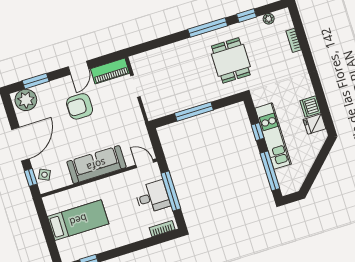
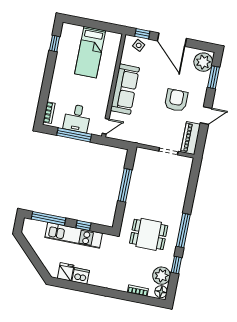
floor lamp: (282, 16) -> (161, 292), added
plant: (269, 19) -> (162, 276), width x1.88, depth x1.88
door: (79, 68) -> (206, 115), swing flipped

